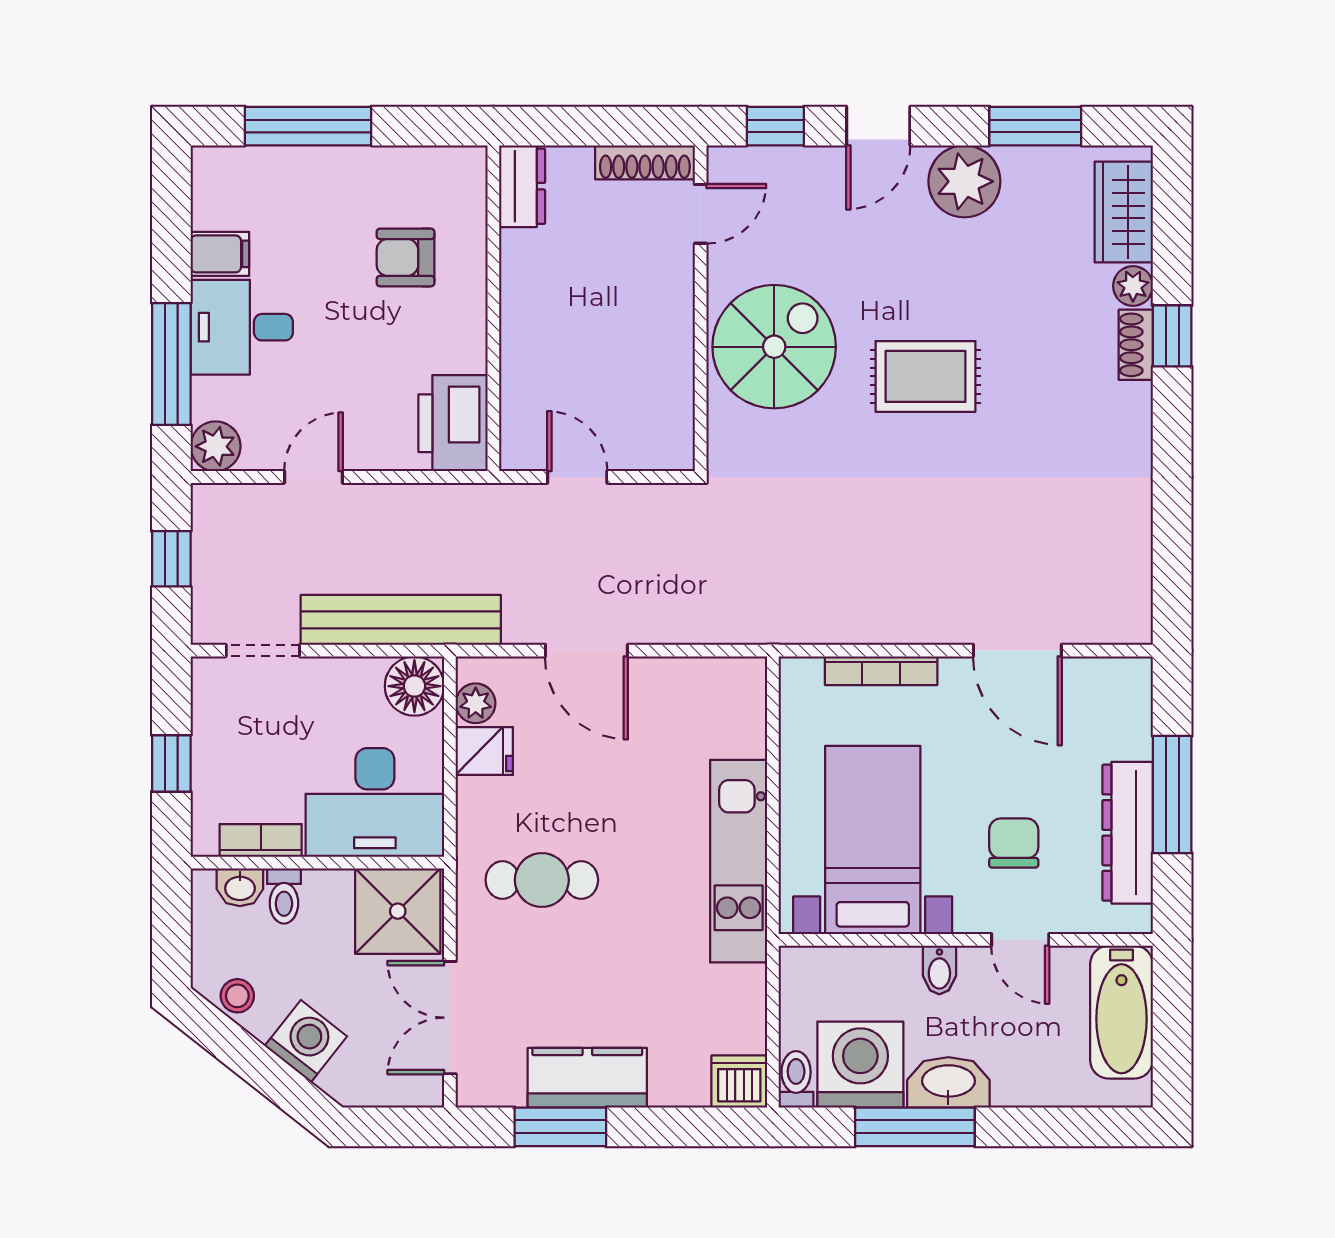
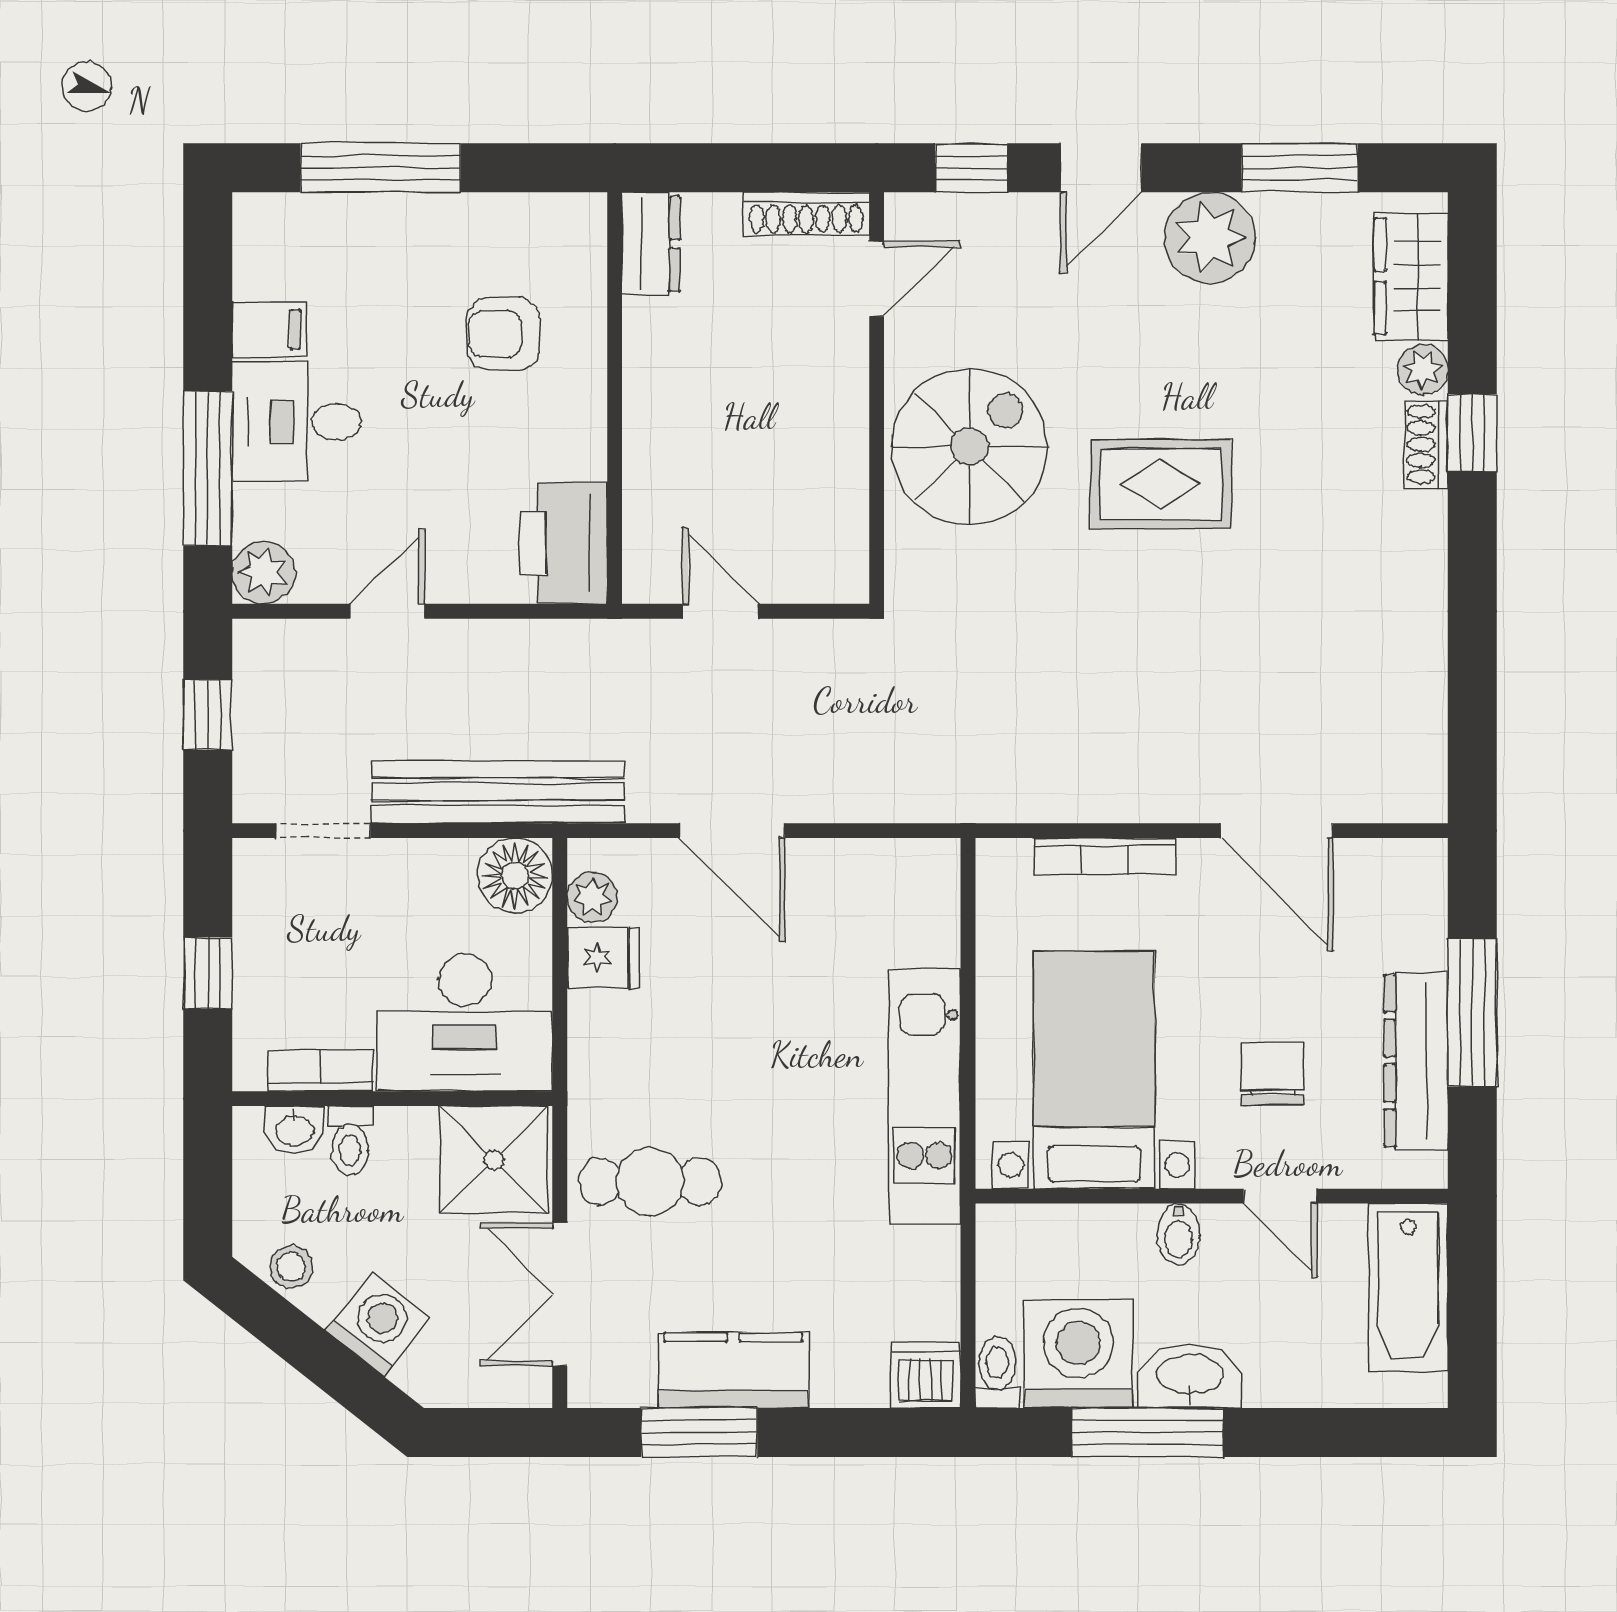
cafe table: (542, 880) -> (650, 1182), moved

